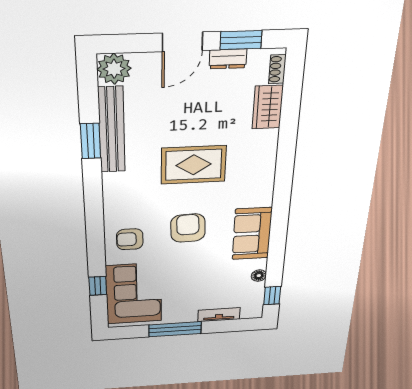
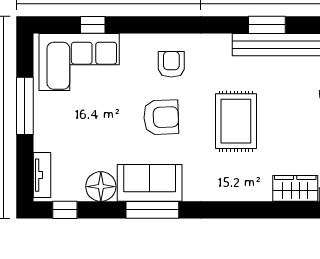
window: (279, 230) -> (152, 210), added
armchair: (130, 239) -> (171, 64), moved
floor lamp: (259, 276) -> (101, 187), width x1.89, depth x1.89
tv unit: (219, 315) -> (42, 175), moved

